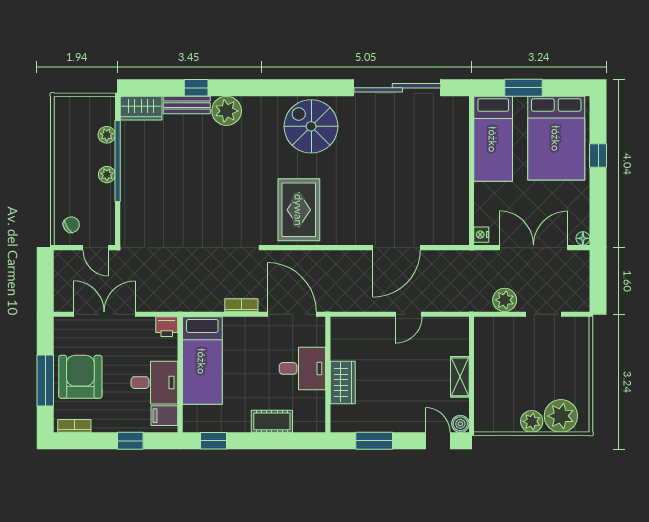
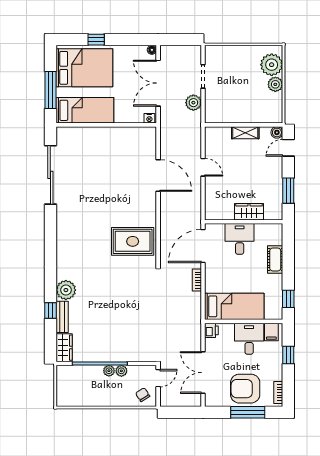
window: (523, 88) -> (50, 90), width x1.44
spiral stairs: (311, 126) -> (76, 233), removed
plant: (107, 135) -> (121, 371), moved

